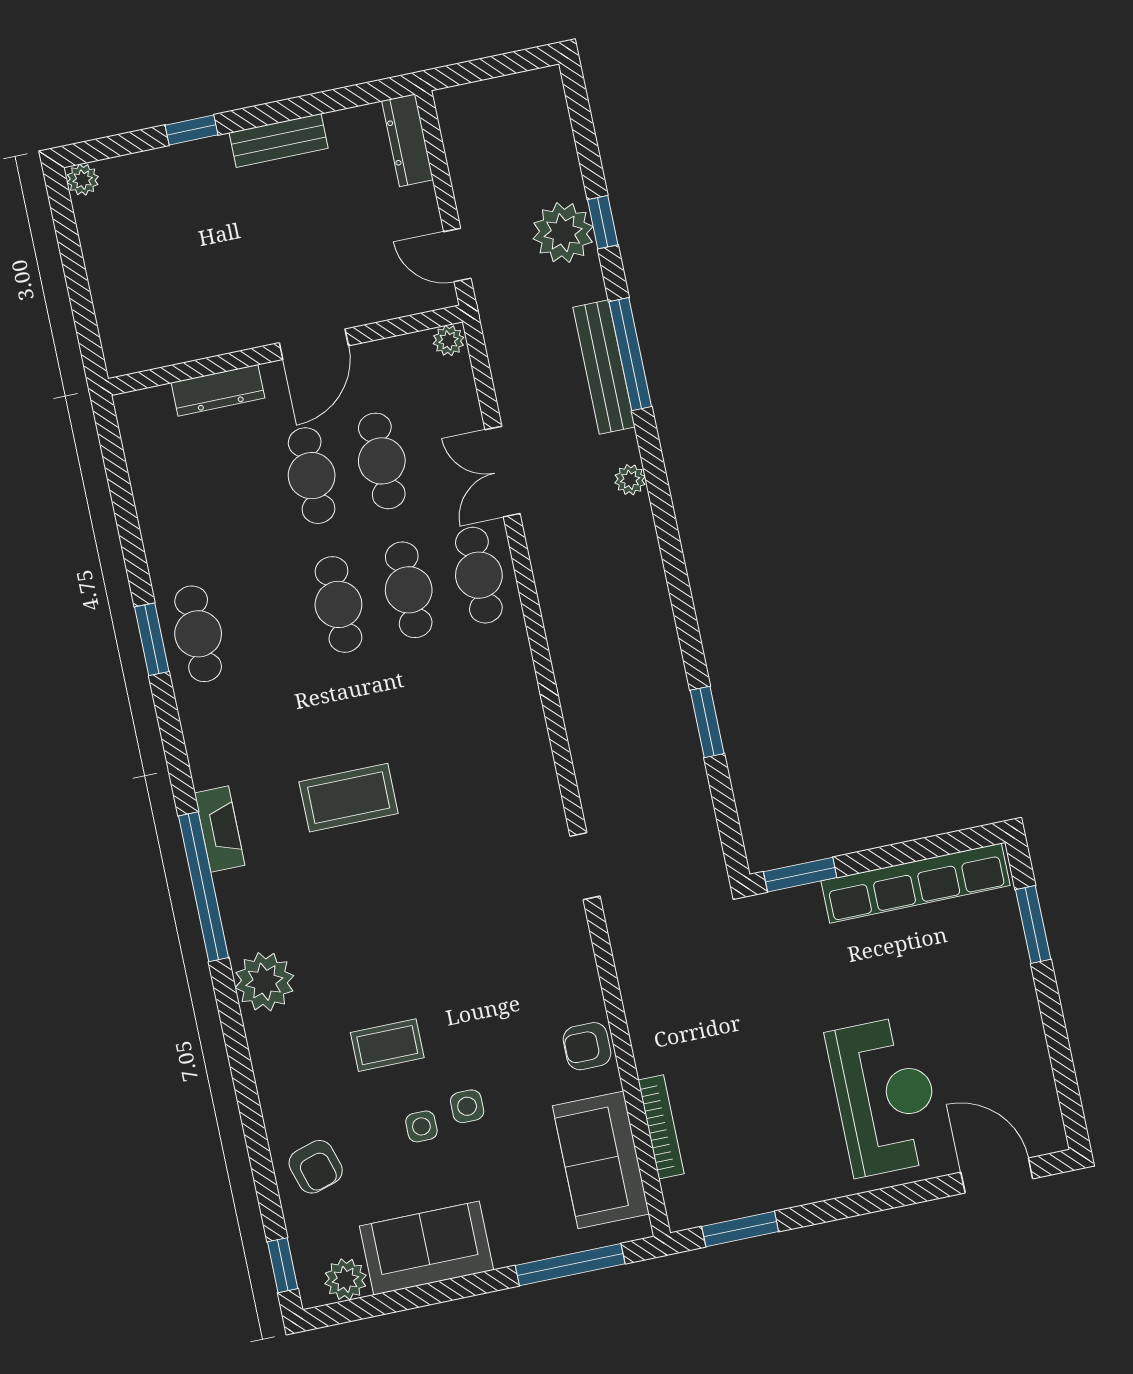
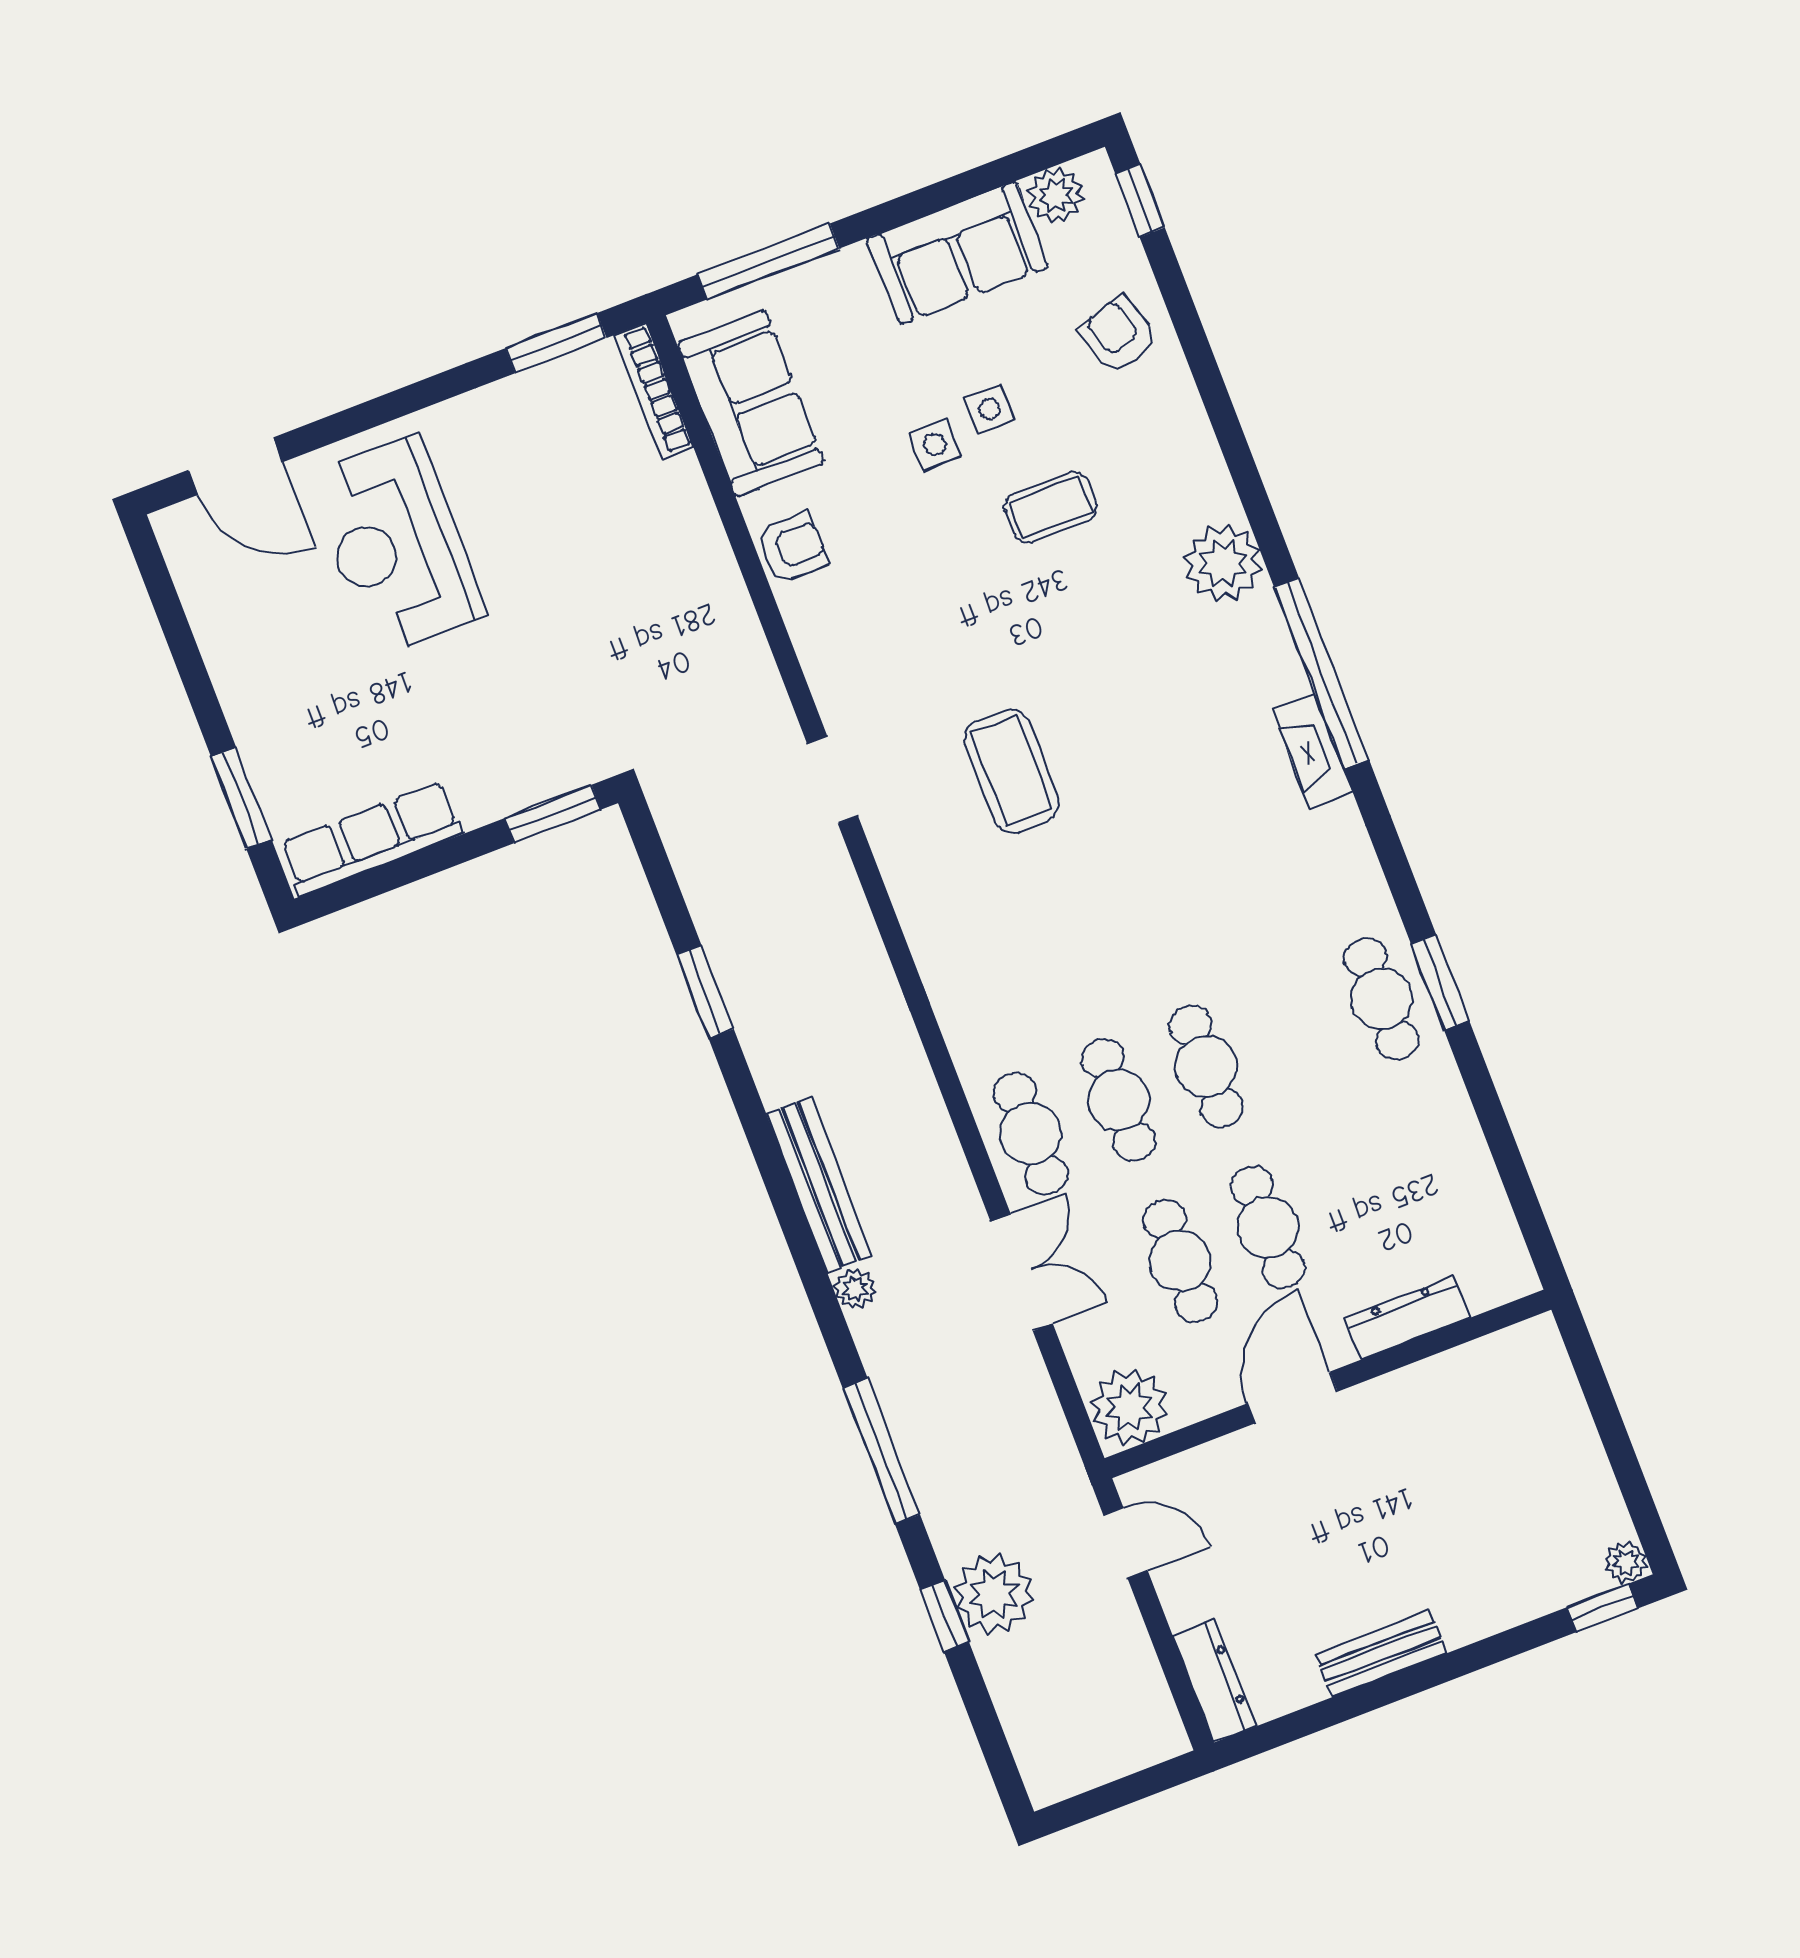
window: (191, 130) -> (1602, 1608), moved
plant: (449, 341) -> (1129, 1407), width x1.88, depth x1.88
bench: (604, 367) -> (819, 1185), moved
coffee table: (349, 798) -> (1012, 771), moved, turned 90
row of seats: (916, 883) -> (372, 838), width x0.73
bookcase: (661, 1127) -> (654, 391), moved

